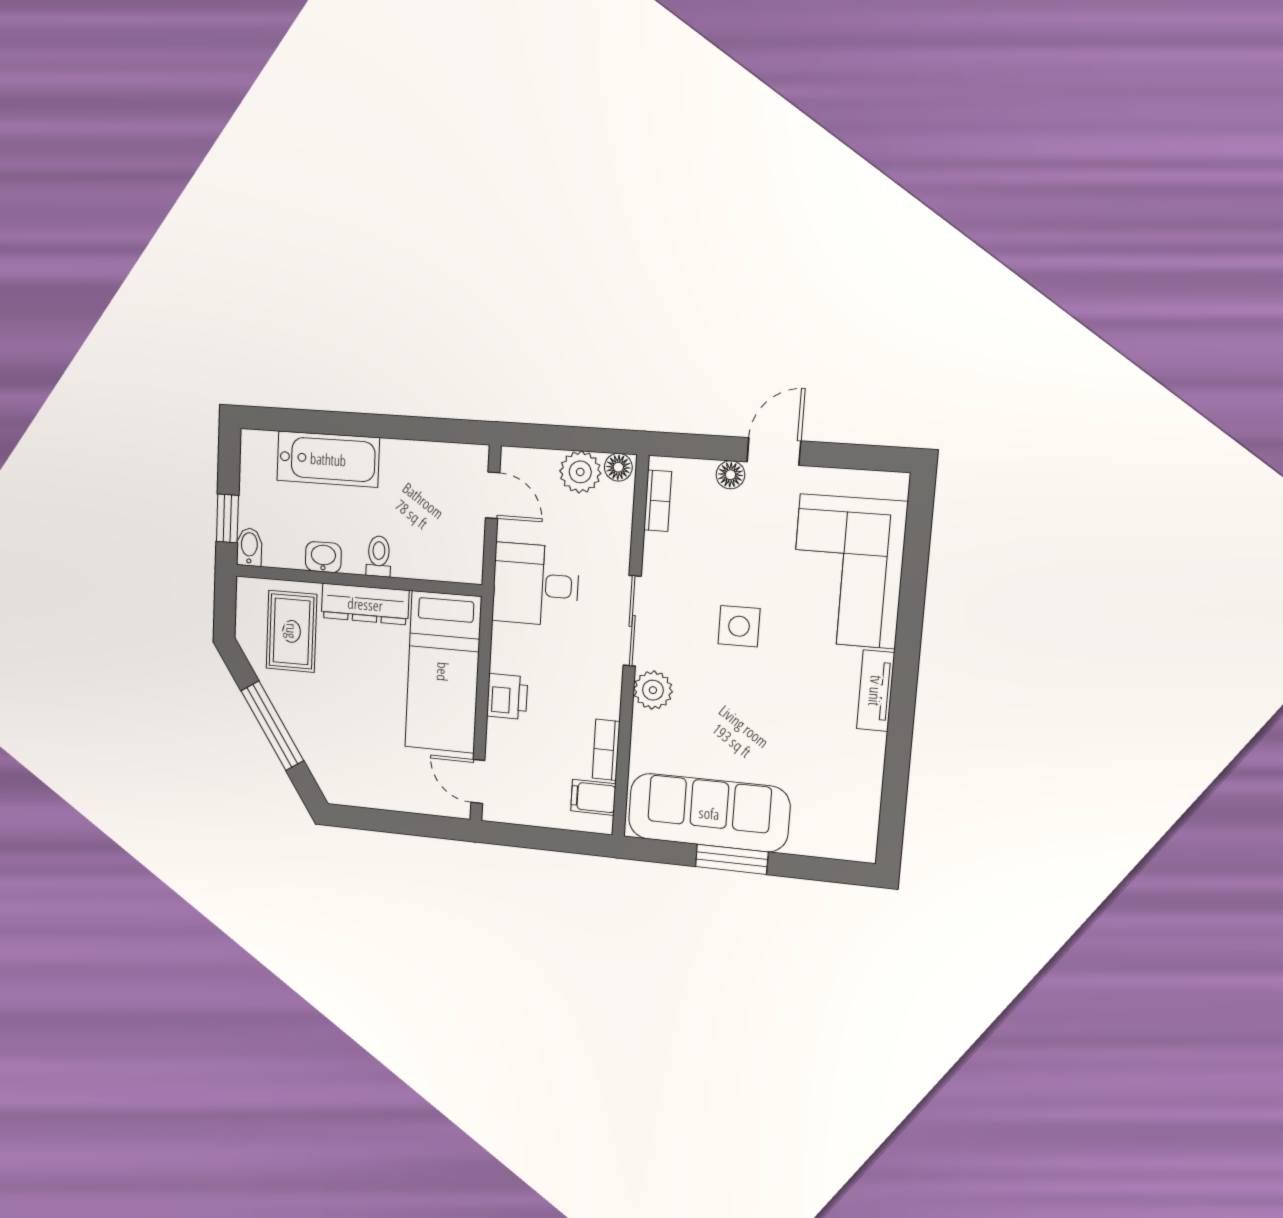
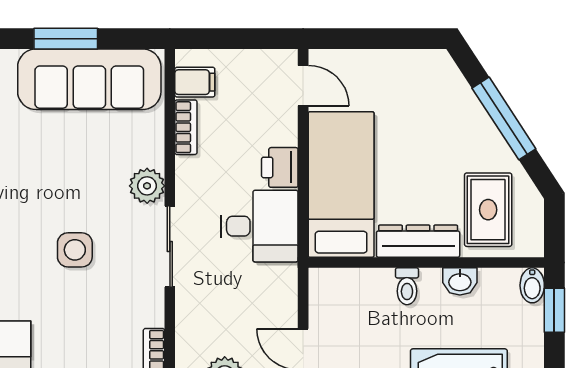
desk: (536, 585) -> (259, 226), moved

